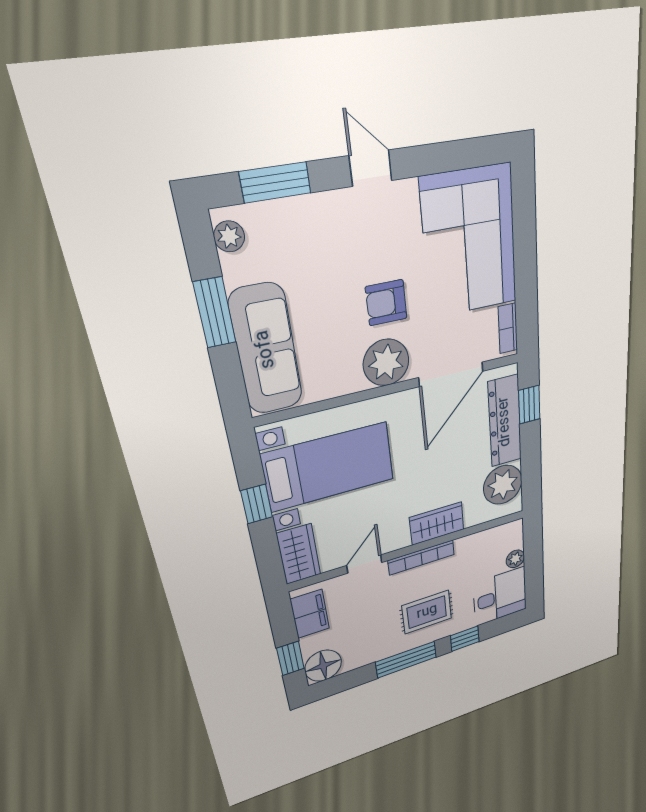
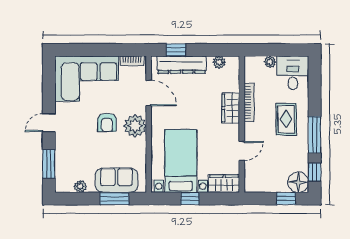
plant: (229, 236) -> (80, 186), moved
window: (215, 312) -> (114, 199), moved
sofa: (266, 349) -> (117, 180), width x0.73
door: (451, 374) -> (149, 93), width x0.73
plant: (503, 485) -> (219, 62), width x0.53, depth x0.53
bookcase: (421, 557) -> (249, 102), moved
door: (364, 564) -> (242, 151), swing flipped
filing cabinet: (310, 614) -> (262, 184), removed
window: (465, 639) -> (315, 172), moved

